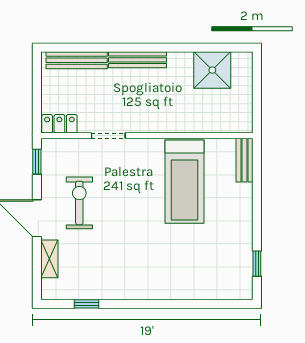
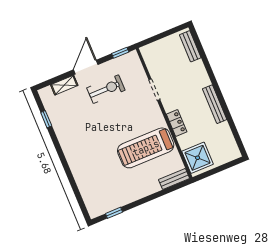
bench: (77, 60) -> (190, 46), width x0.73
bench: (138, 60) -> (215, 104), moved
shower: (212, 70) -> (198, 158), moved
locker: (59, 124) -> (177, 123), moved

